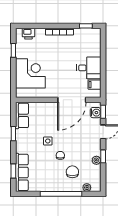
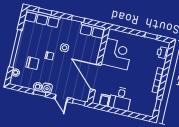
corner desk: (30, 73) -> (117, 54), moved, turned -90
water cooler: (96, 113) -> (47, 88), moved

